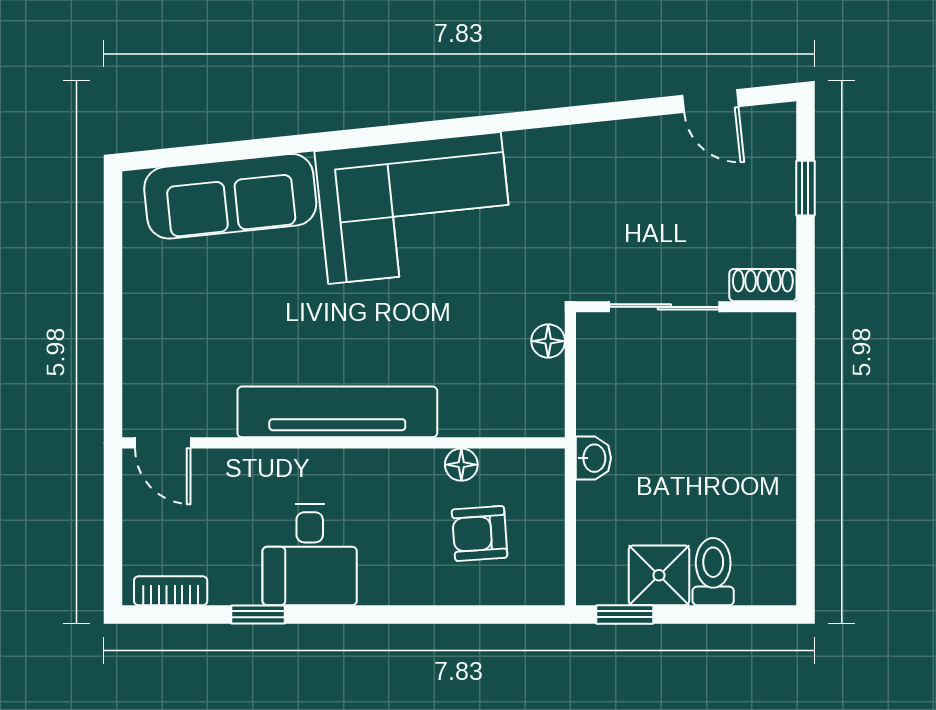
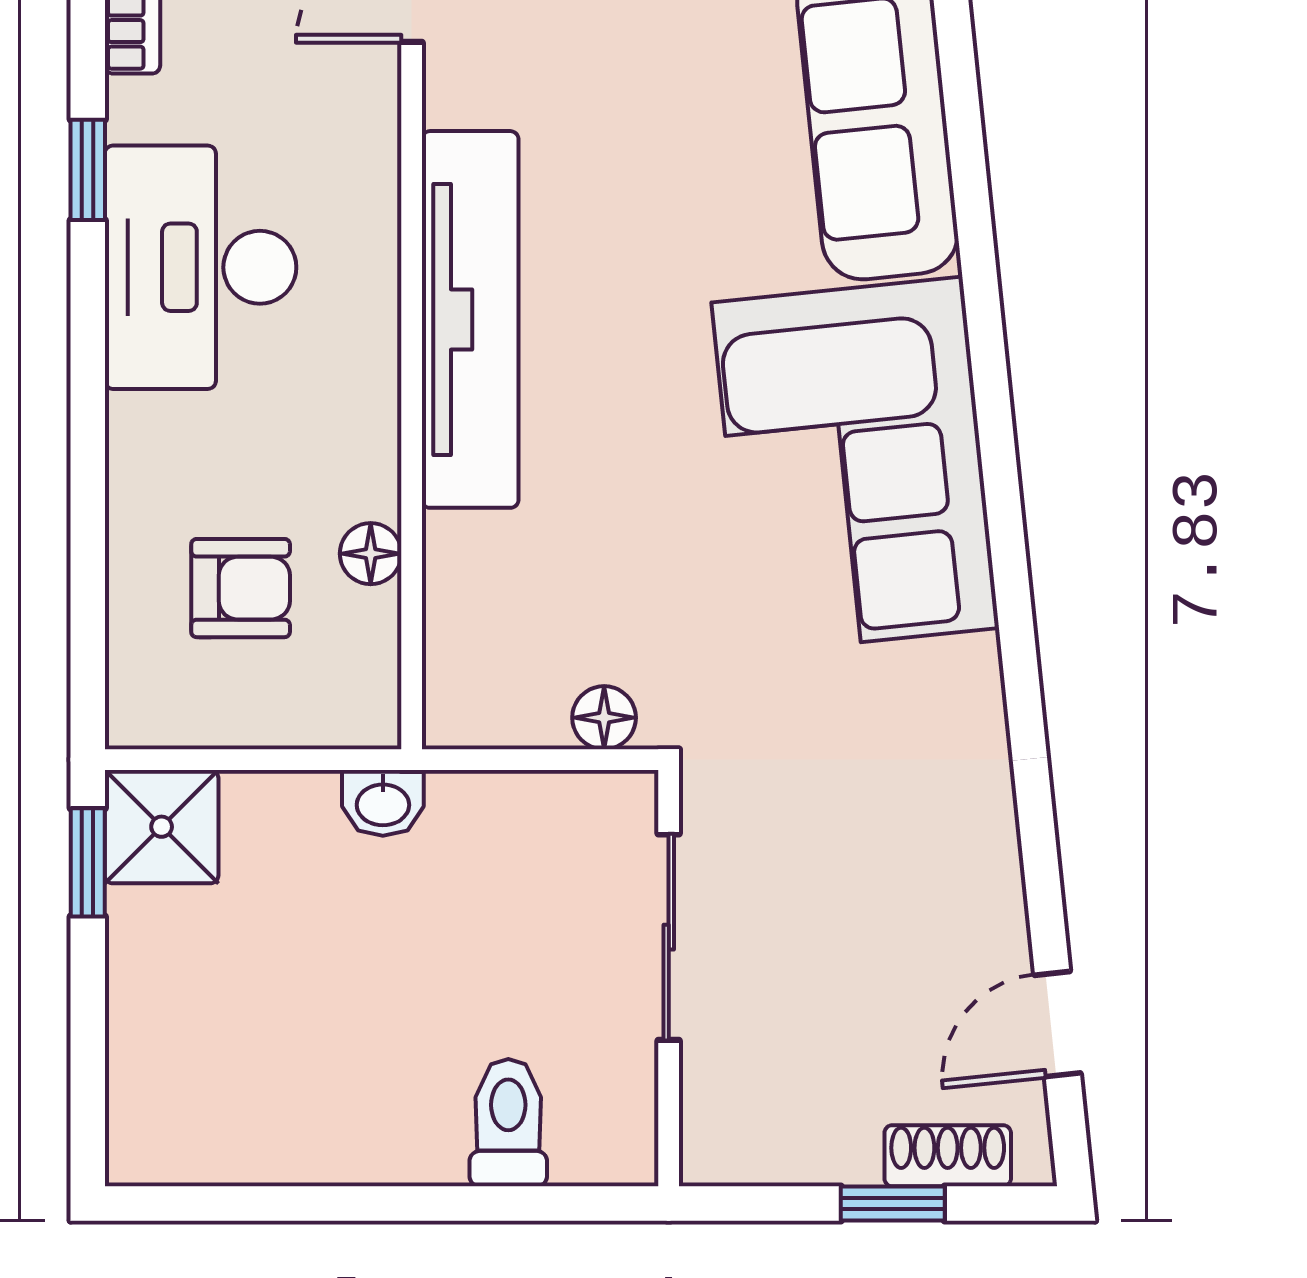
shoe rack: (763, 285) -> (948, 1156), moved, turned -90
armchair: (480, 533) -> (241, 588), turned 94
desk: (310, 555) -> (201, 267), width x1.37
toilet: (713, 572) -> (508, 1123), moved, turned -90
shower: (659, 575) -> (162, 827), moved

